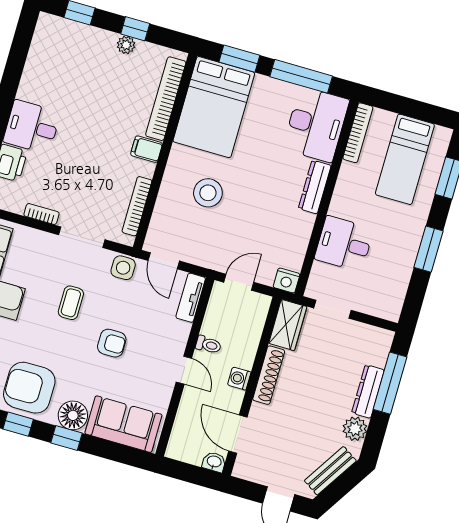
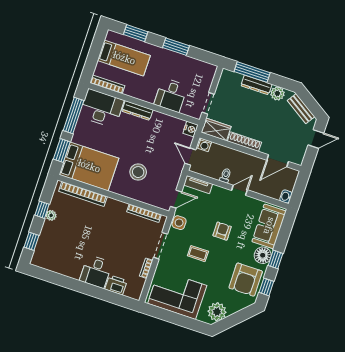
filing cabinet: (147, 149) -> (111, 206), removed
washing machine: (239, 379) -> (205, 145), moved
washbasin: (214, 462) -> (286, 197), moved

